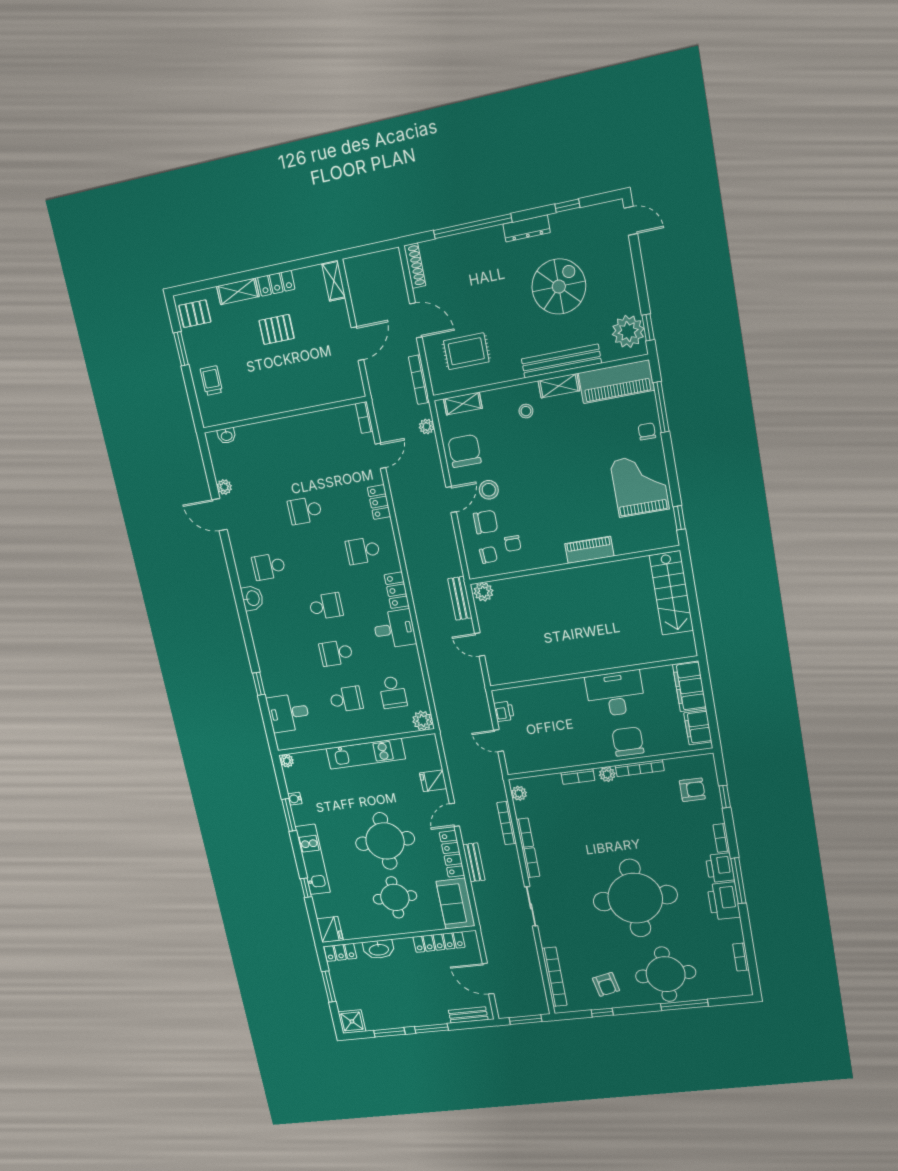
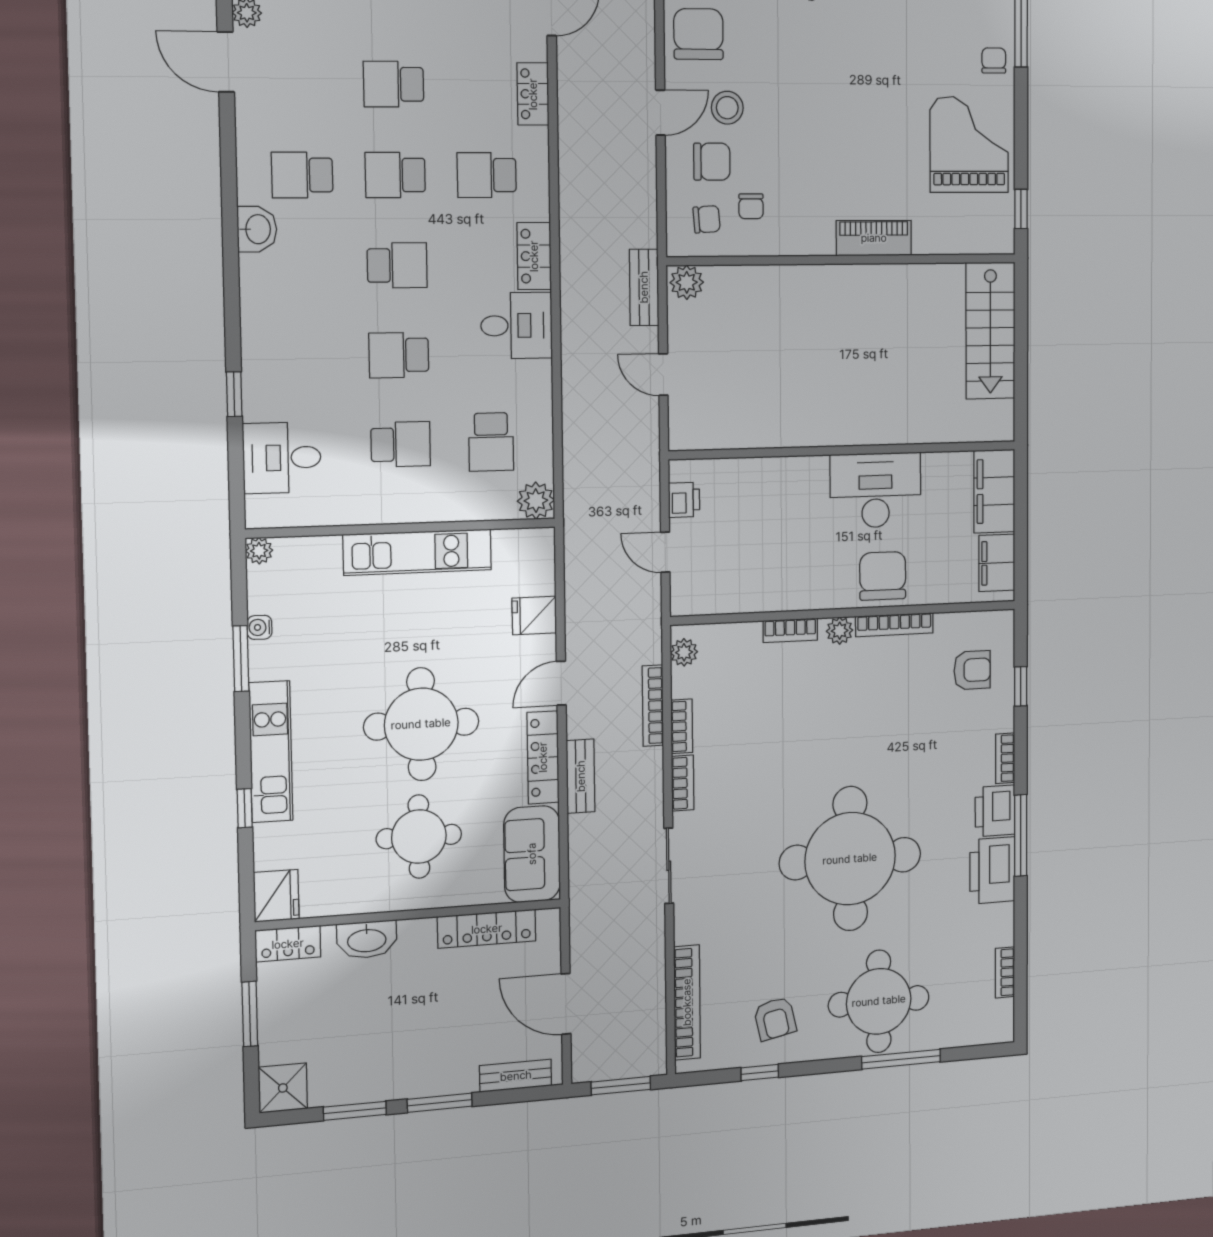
school desk: (315, 559) -> (395, 175), added

